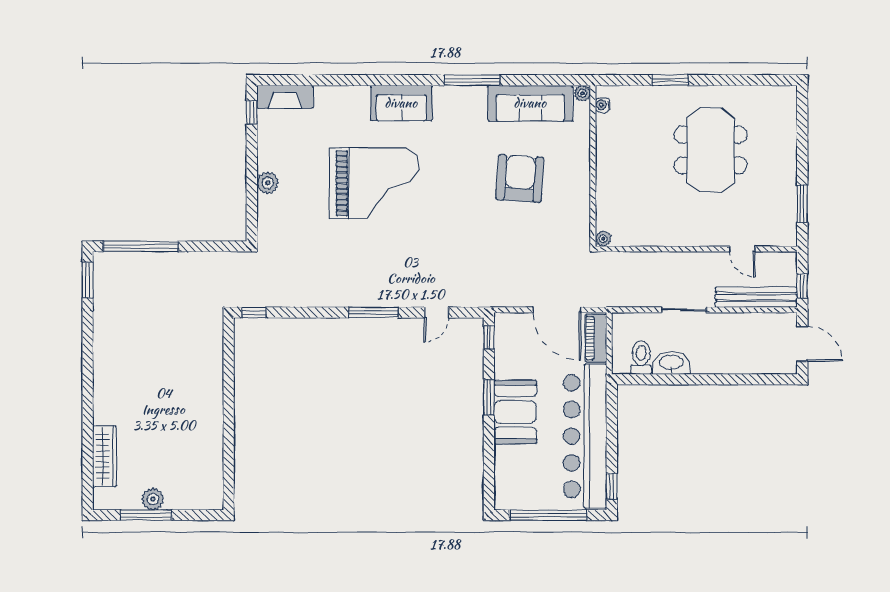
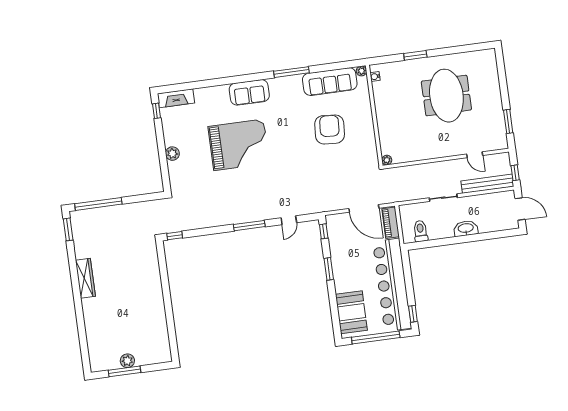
washbasin: (671, 363) -> (466, 228), moved
booth: (515, 412) -> (351, 312), moved
wardrobe: (104, 456) -> (85, 278), moved

